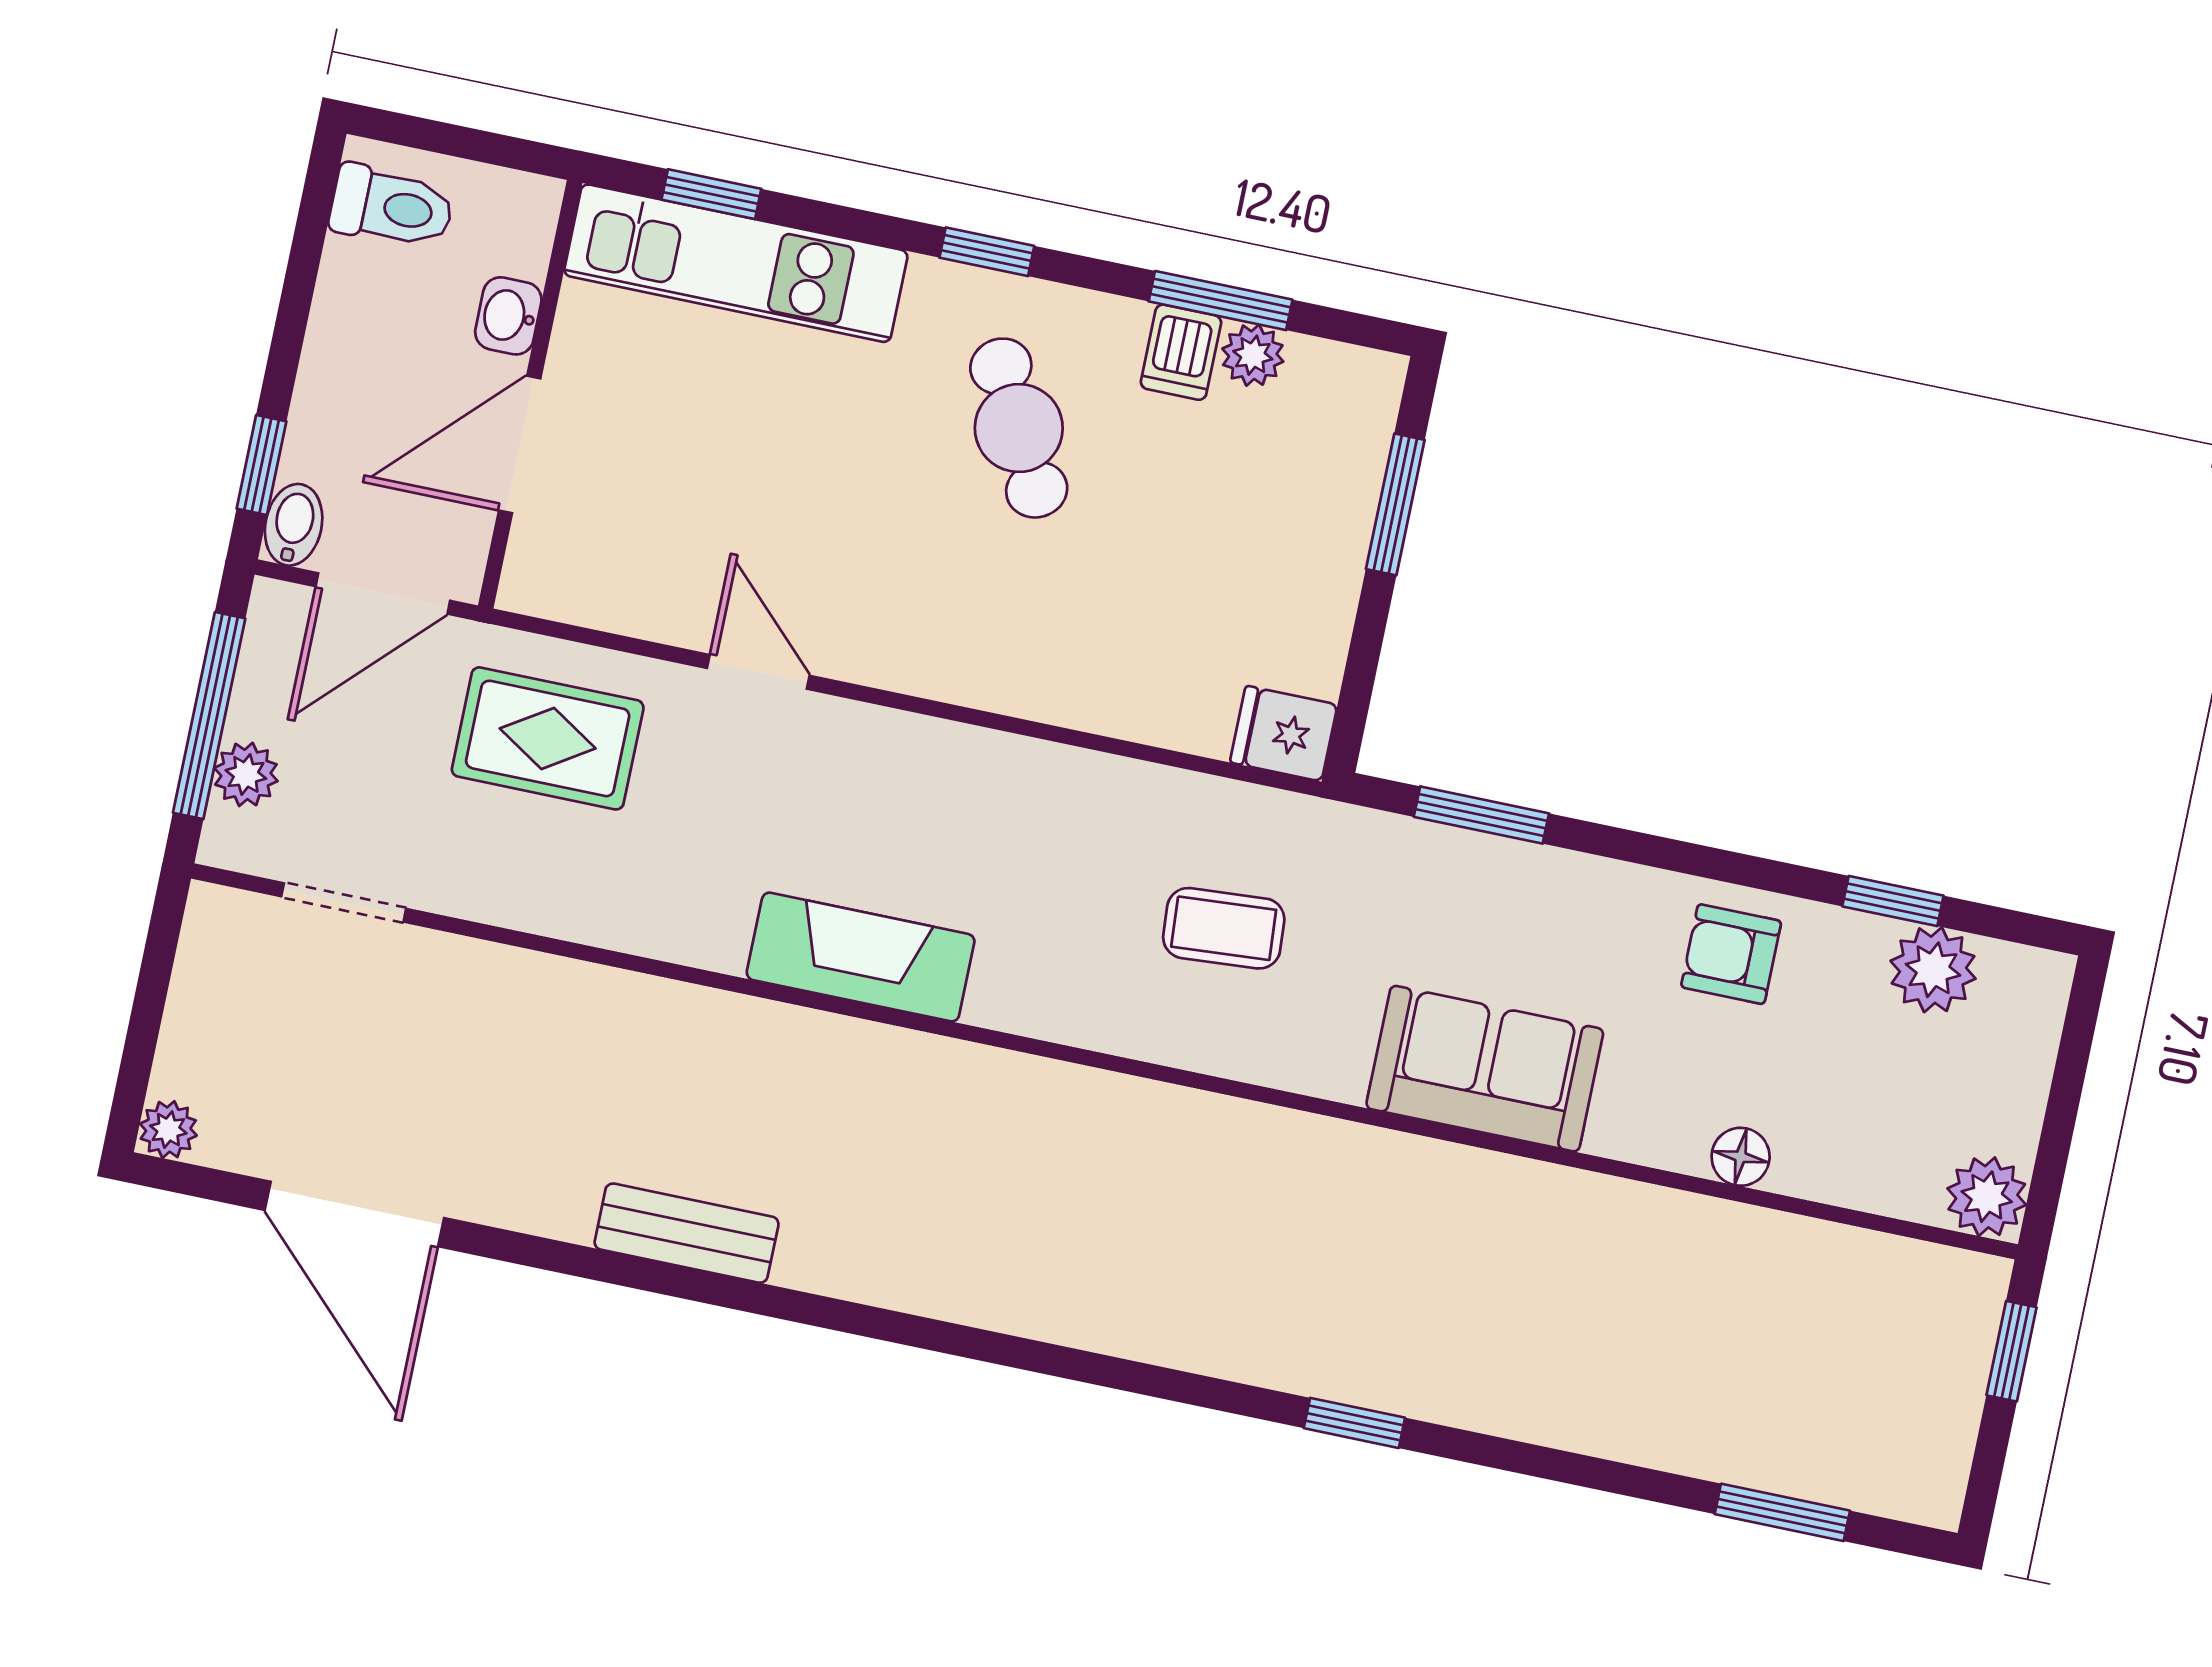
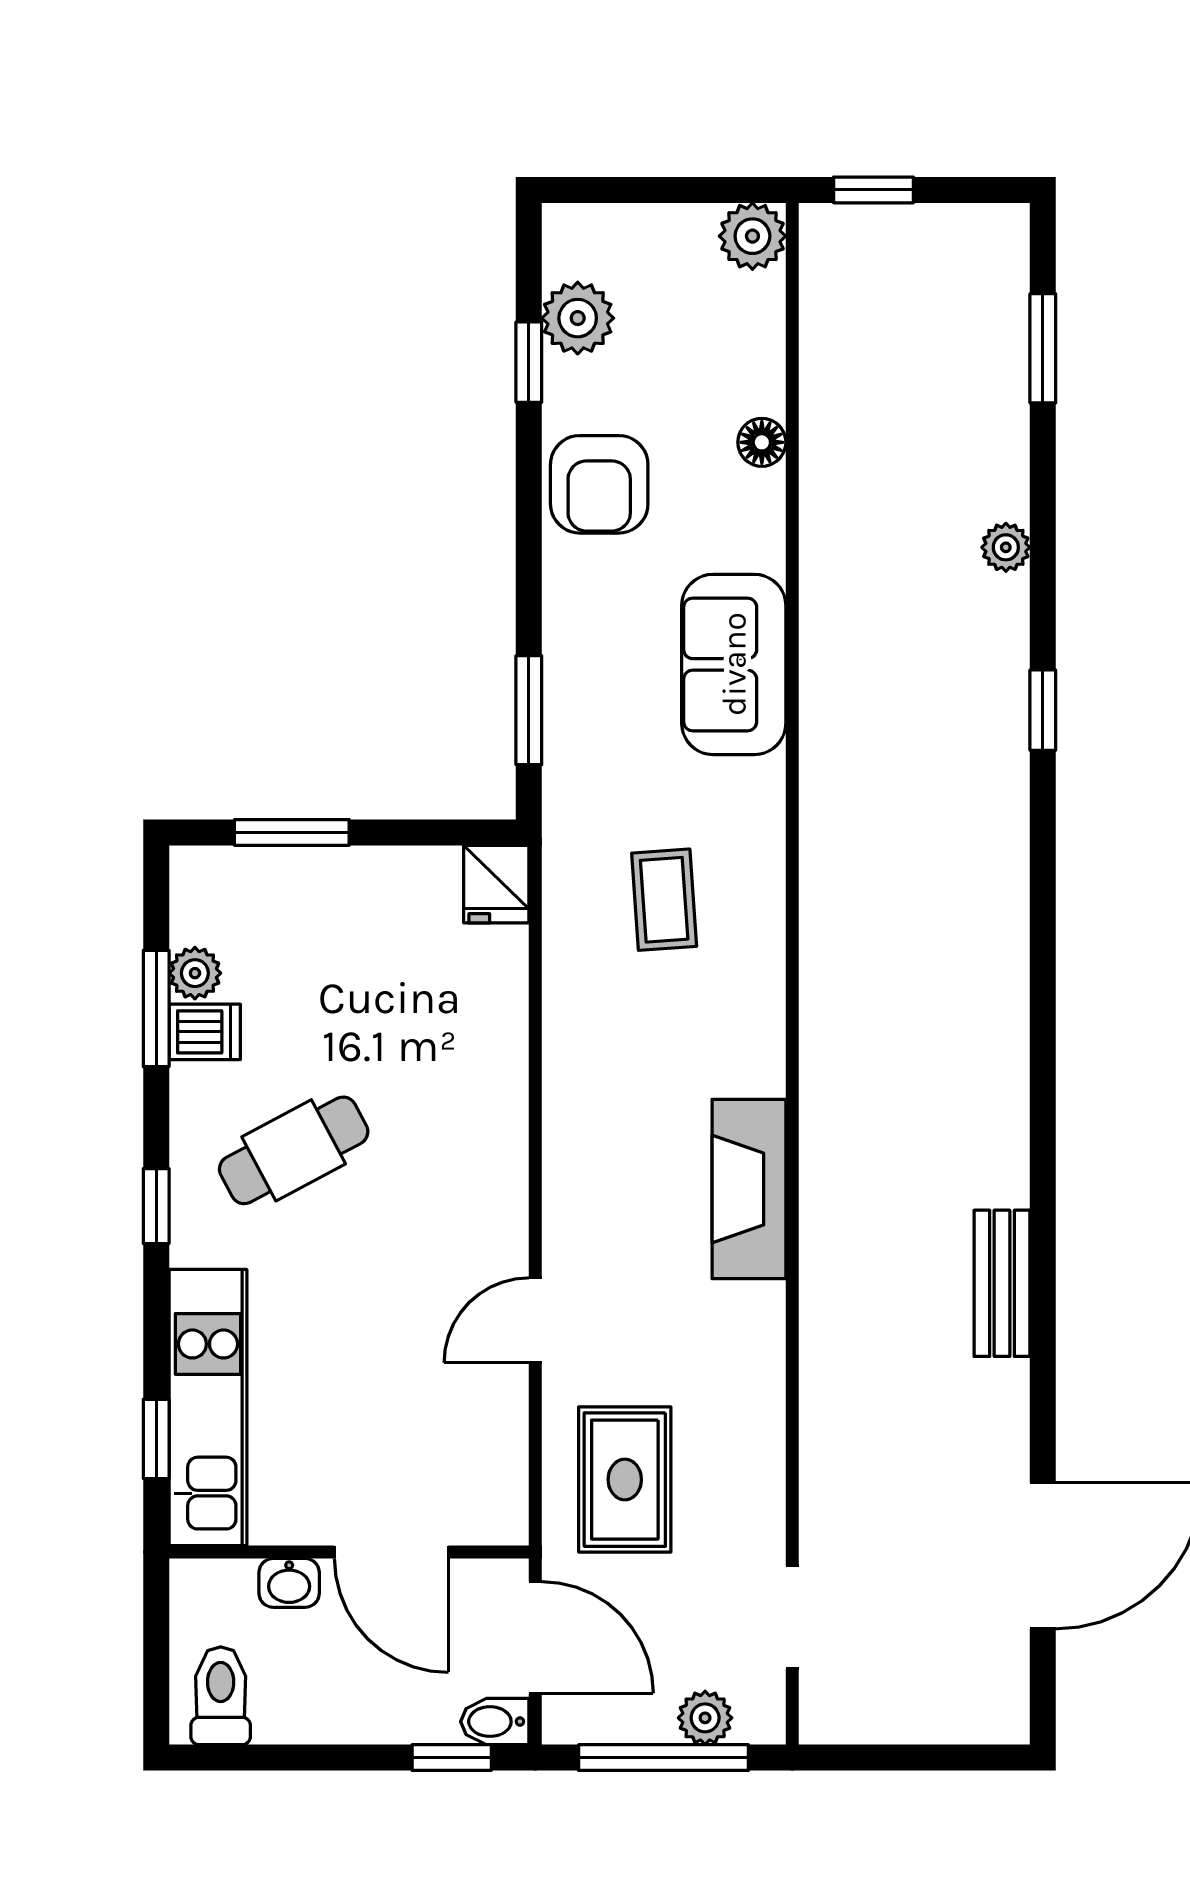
armchair: (1731, 954) -> (599, 484), width x1.38, depth x1.38
plant: (168, 1130) -> (1006, 547), moved

